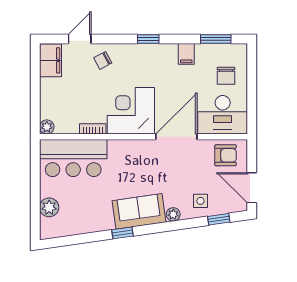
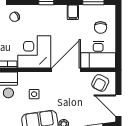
armchair: (226, 155) -> (100, 83), turned 117
side table: (200, 201) -> (34, 94), moved

